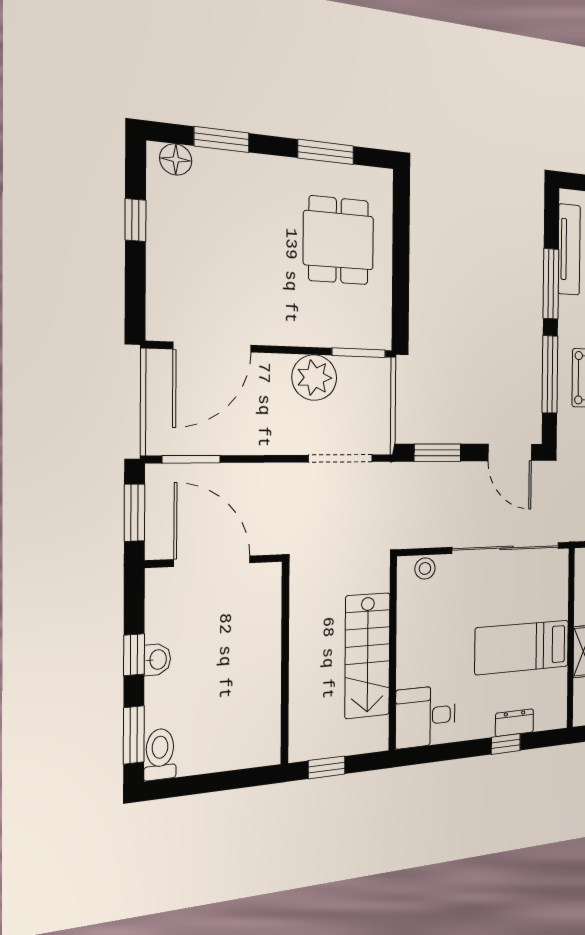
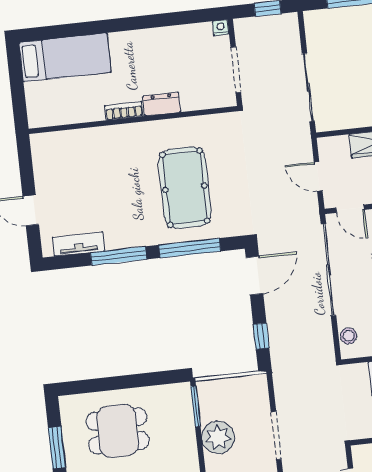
tv unit: (569, 249) -> (79, 244), width x0.71
window: (438, 453) -> (261, 336), width x0.67
doorway: (341, 458) -> (276, 436), moved
door: (571, 580) -> (350, 209), added

